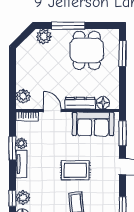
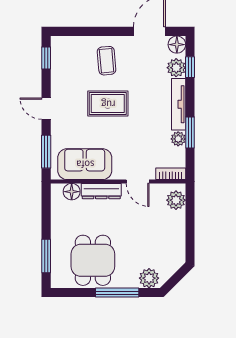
tv unit: (21, 164) -> (179, 104), width x1.41

